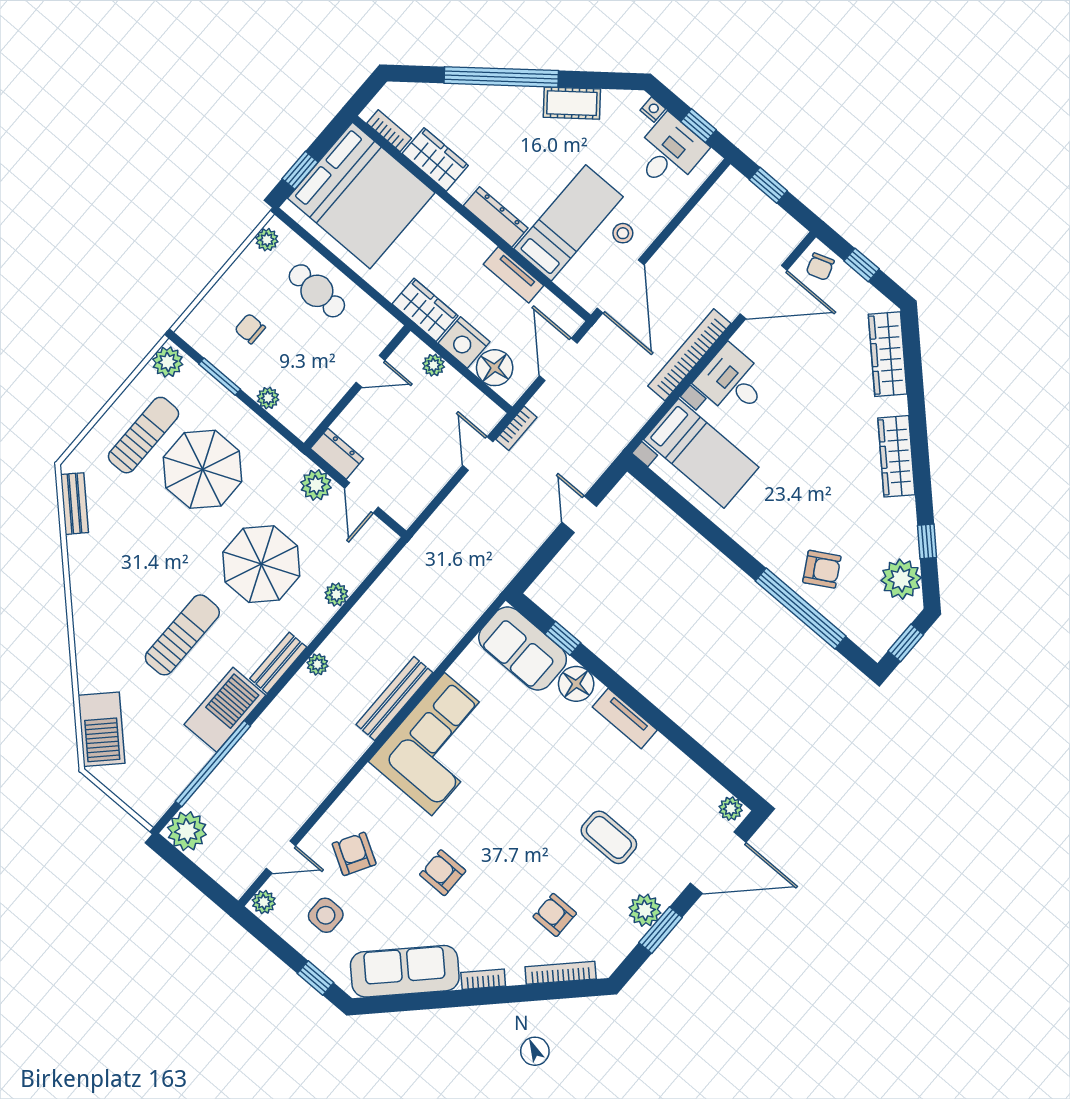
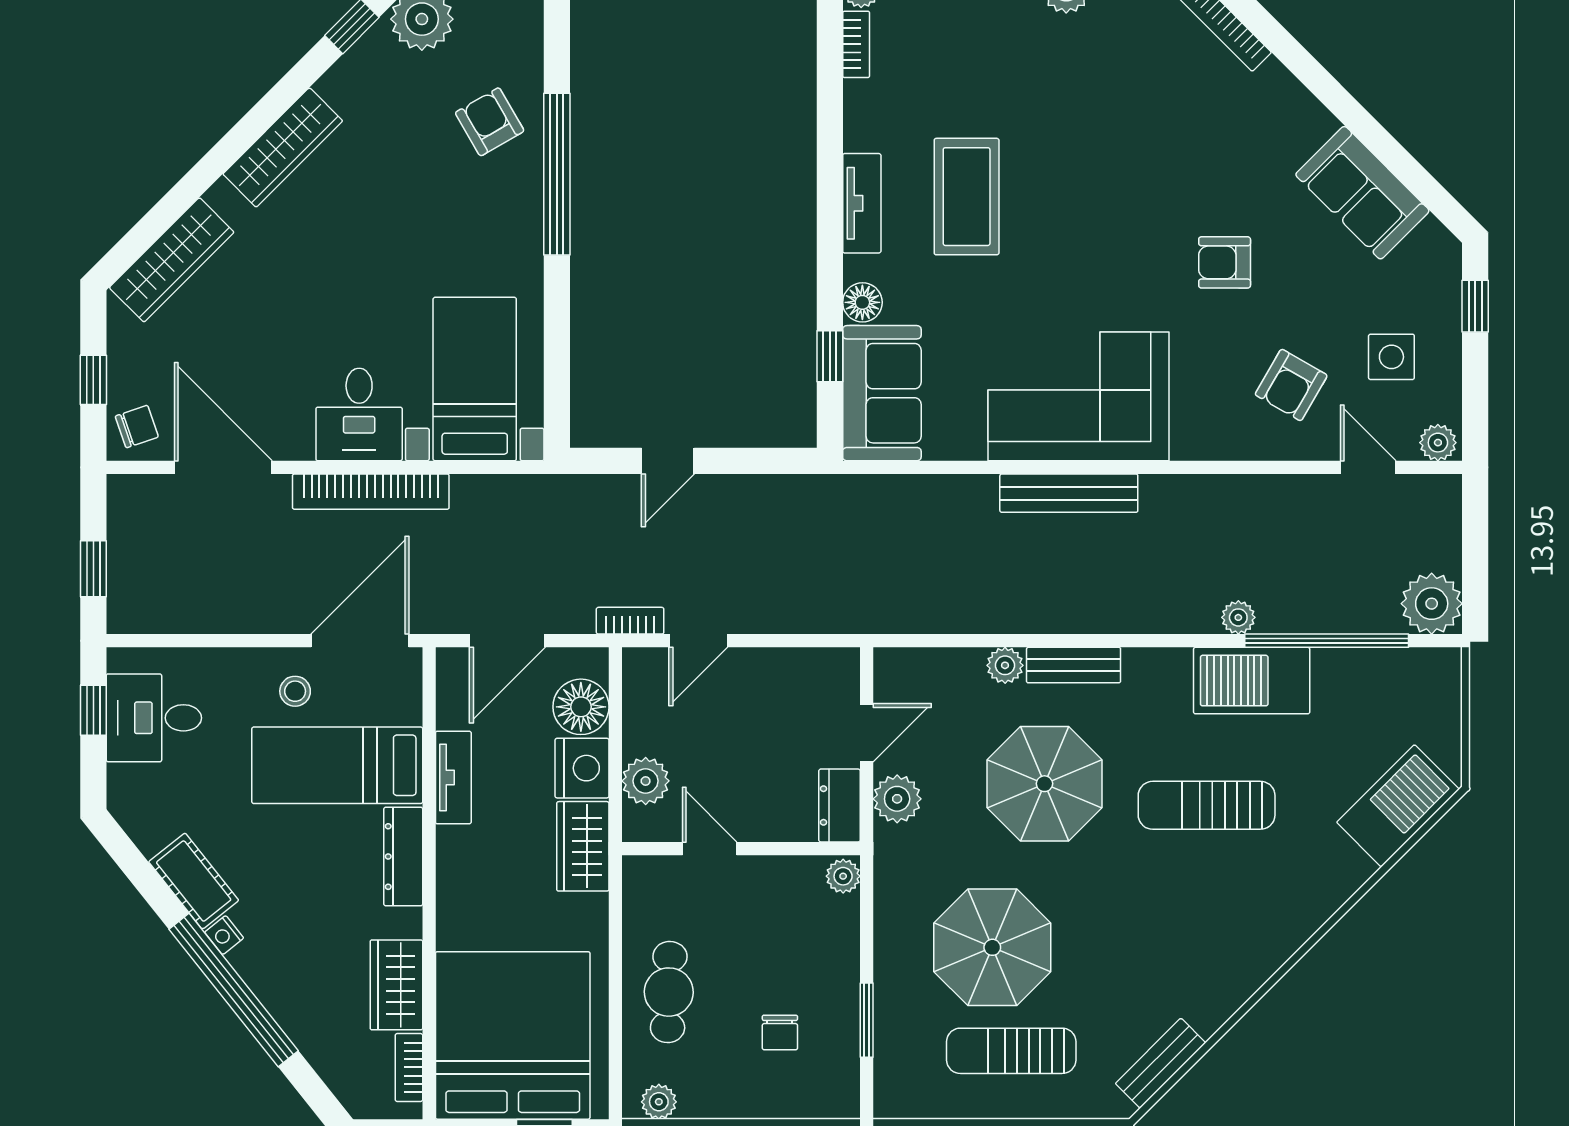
nightstand: (653, 109) -> (224, 935), moved, turned -39
plant: (168, 362) -> (901, 1096), removed
plant: (434, 365) -> (646, 781), width x1.38, depth x1.38
plant: (268, 398) -> (843, 876), moved
window: (801, 609) -> (557, 174), moved
bench: (278, 663) -> (1074, 665), moved
plant: (317, 664) -> (1238, 617), moved
floor lamp: (576, 684) -> (862, 302), width x0.73, depth x0.73
coffee table: (609, 837) -> (967, 197), moved, width x1.36, depth x1.32
armchair: (443, 873) -> (1225, 262), turned 90
armchair: (555, 915) -> (1162, 89), removed
sofa: (405, 971) -> (1362, 193), width x0.73
bookcase: (483, 979) -> (856, 44), moved, turned -135

